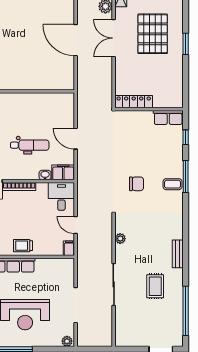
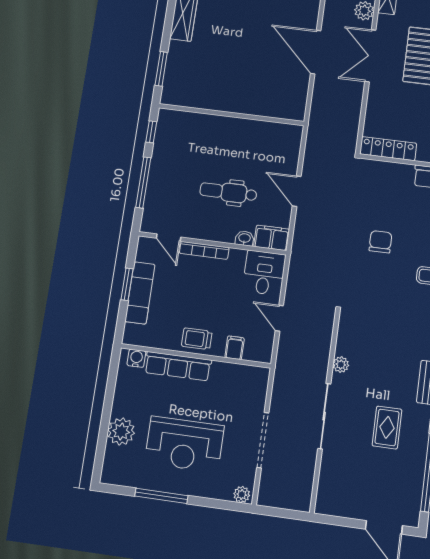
dental chair: (30, 145) -> (228, 192), turned 180
chair: (136, 184) -> (380, 242), moved, turned -90
plant: (120, 239) -> (341, 365), moved
filing cabinet: (69, 248) -> (235, 348), moved

